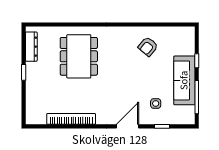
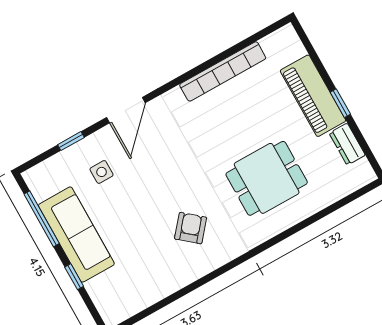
dresser: (31, 47) -> (347, 144), width x0.70
armchair: (148, 47) -> (191, 228), moved
dining table: (79, 56) -> (267, 178), width x0.73
piano: (35, 83) -> (313, 96), added

